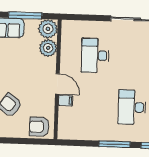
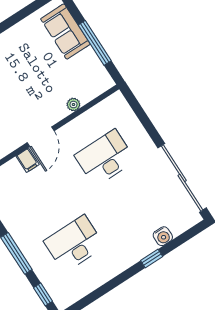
plant: (48, 29) -> (98, 81), removed
plant: (48, 48) -> (73, 105), width x0.53, depth x0.53

